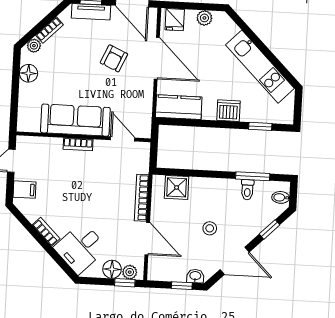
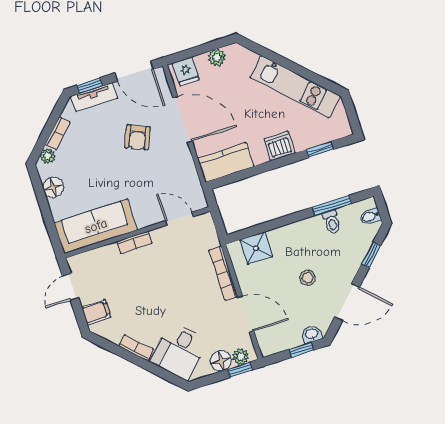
sofa: (75, 120) -> (96, 226), moved

